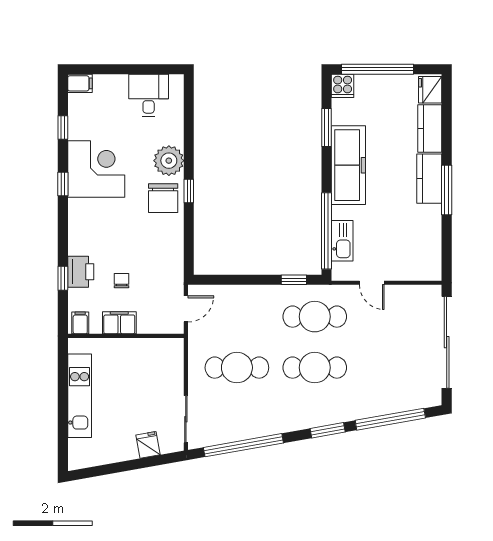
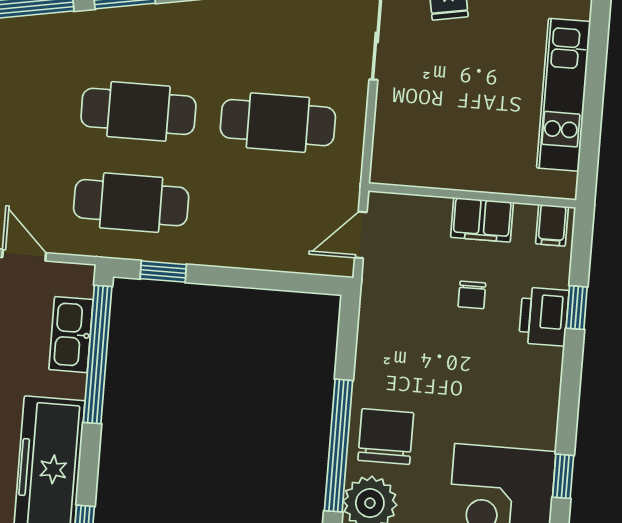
window: (189, 191) -> (339, 446), width x3.17

